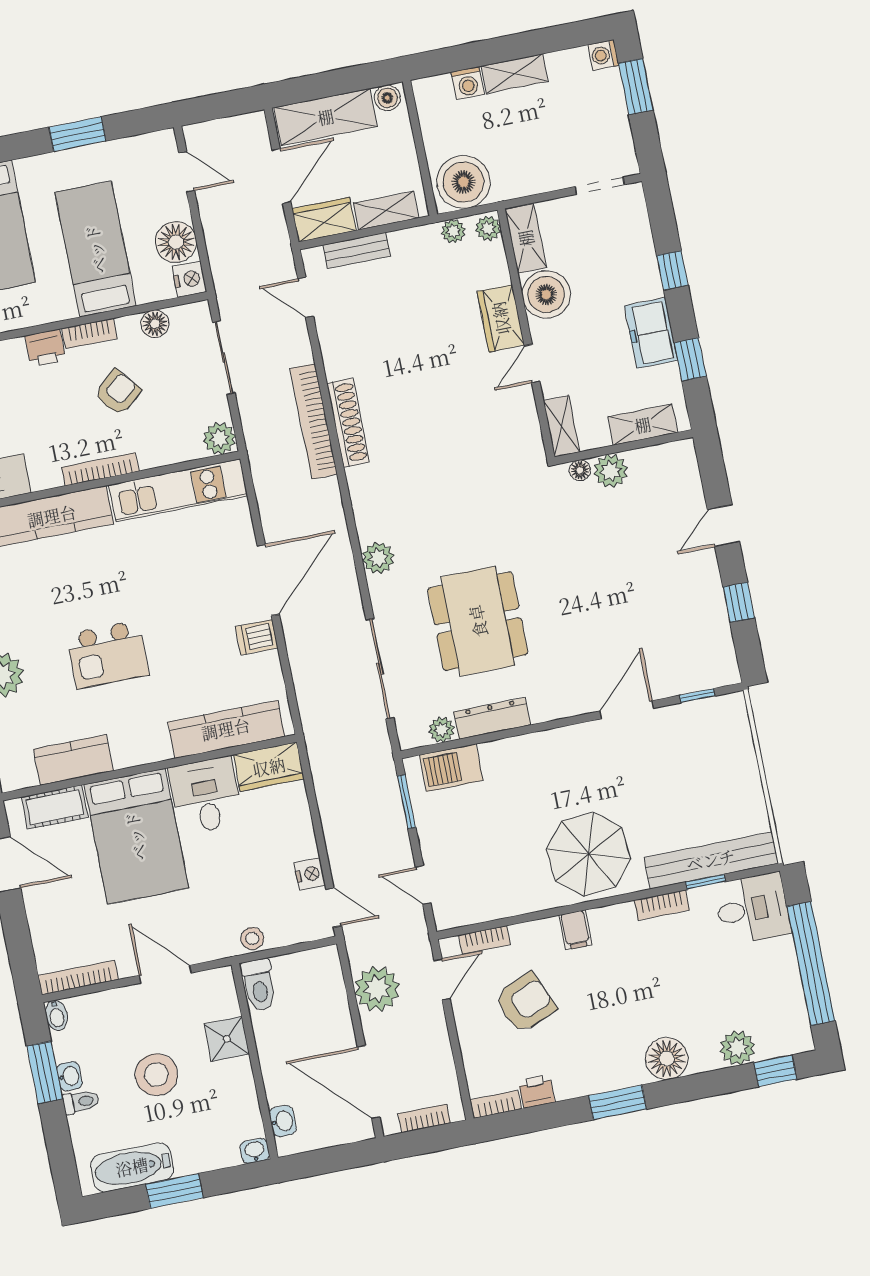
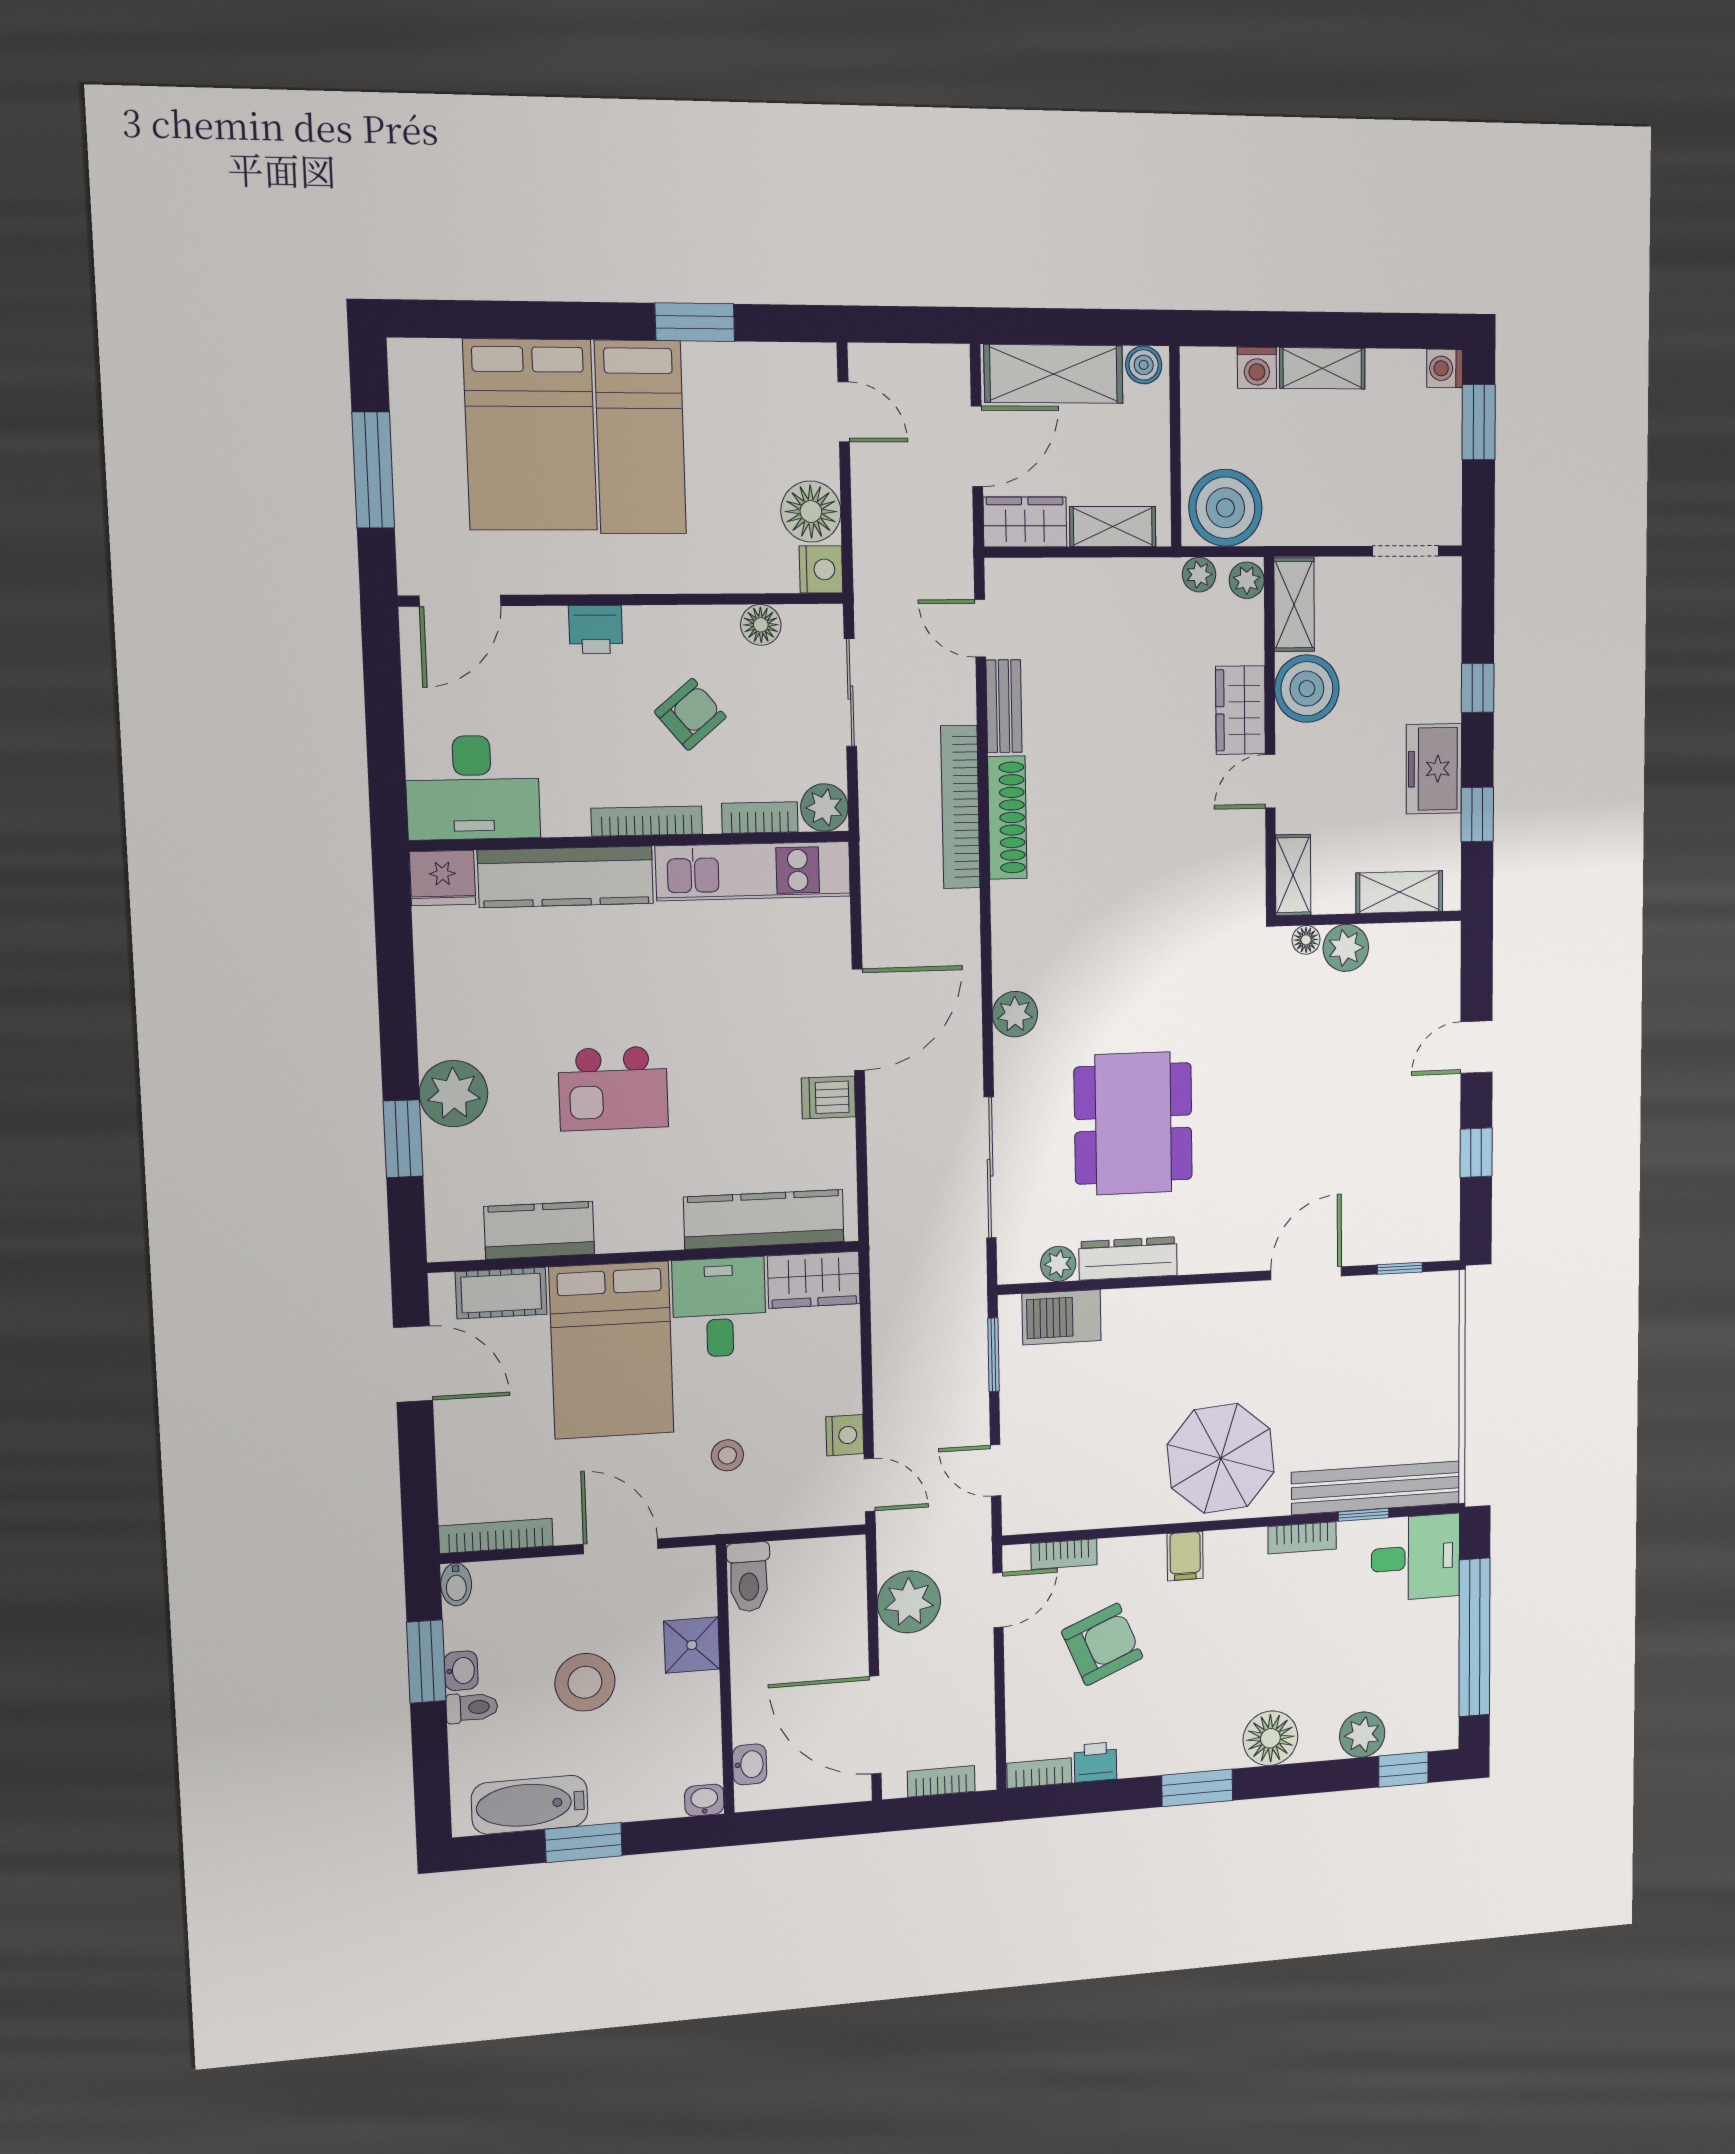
bed: (96, 249) -> (640, 437), moved, turned 180
bench: (357, 251) -> (1004, 706), moved, turned 90
bookcase: (90, 333) -> (760, 818), moved, turned 180
stool: (252, 939) -> (727, 1455), moved

